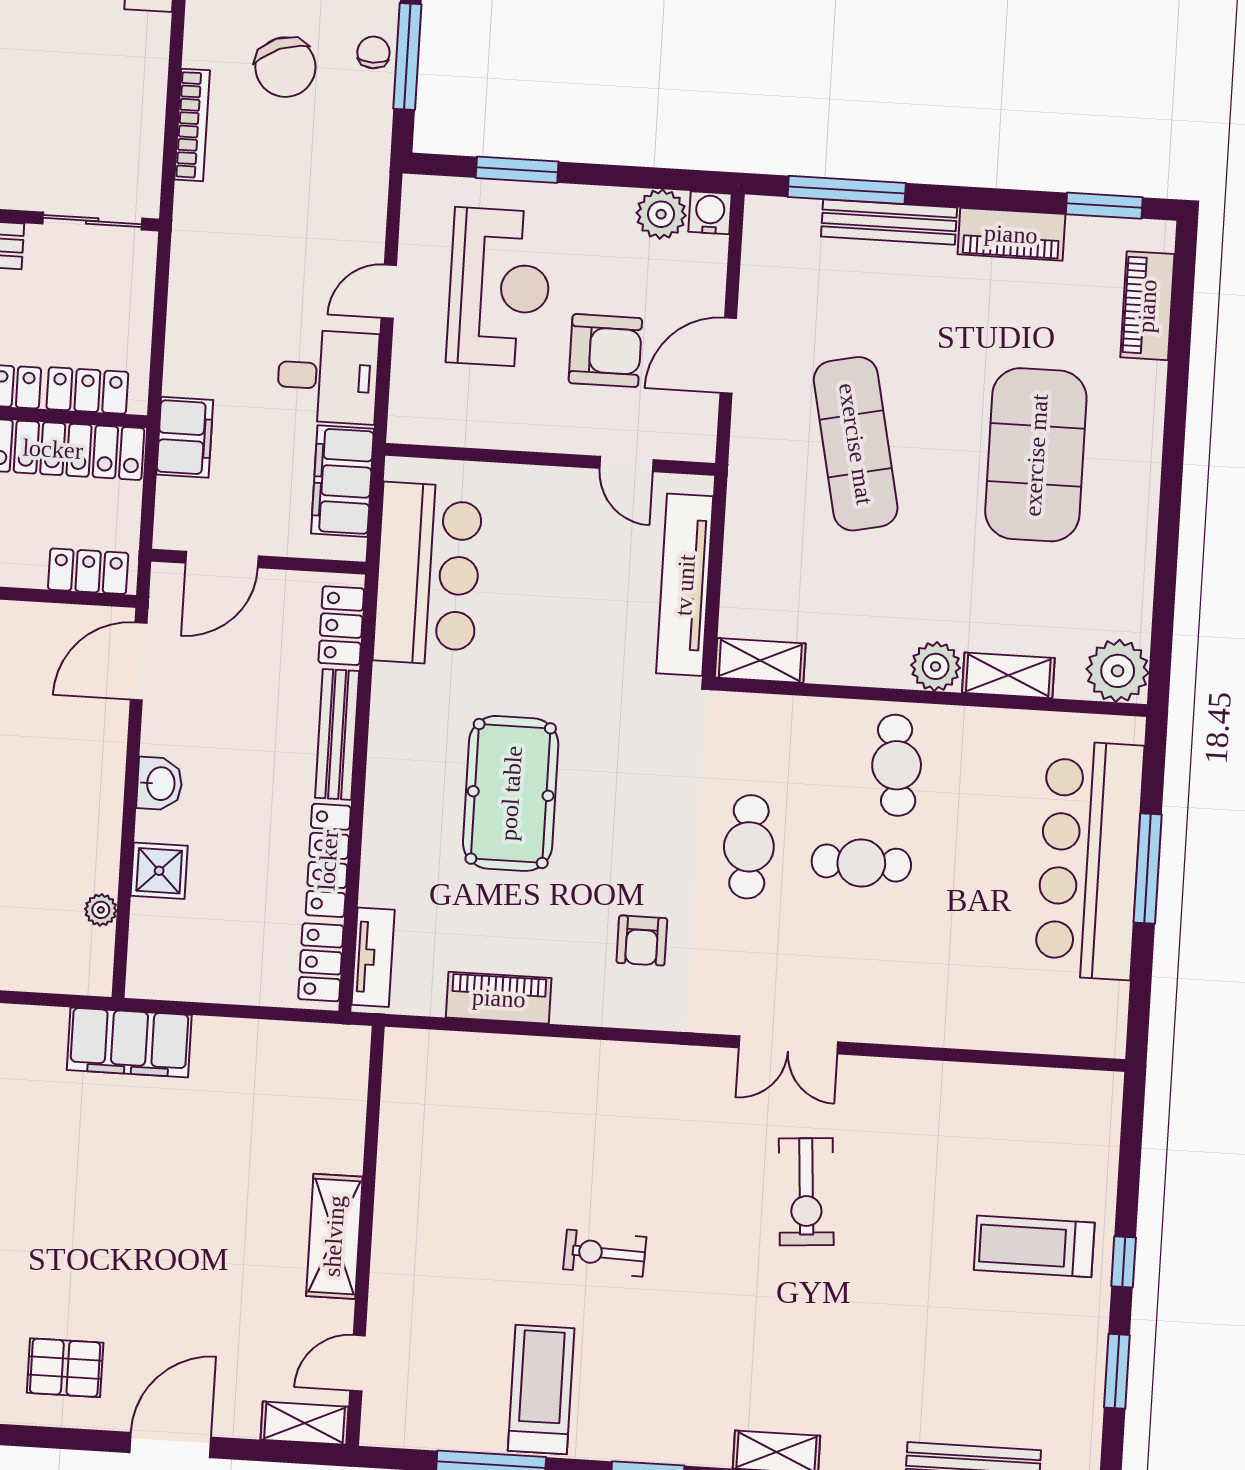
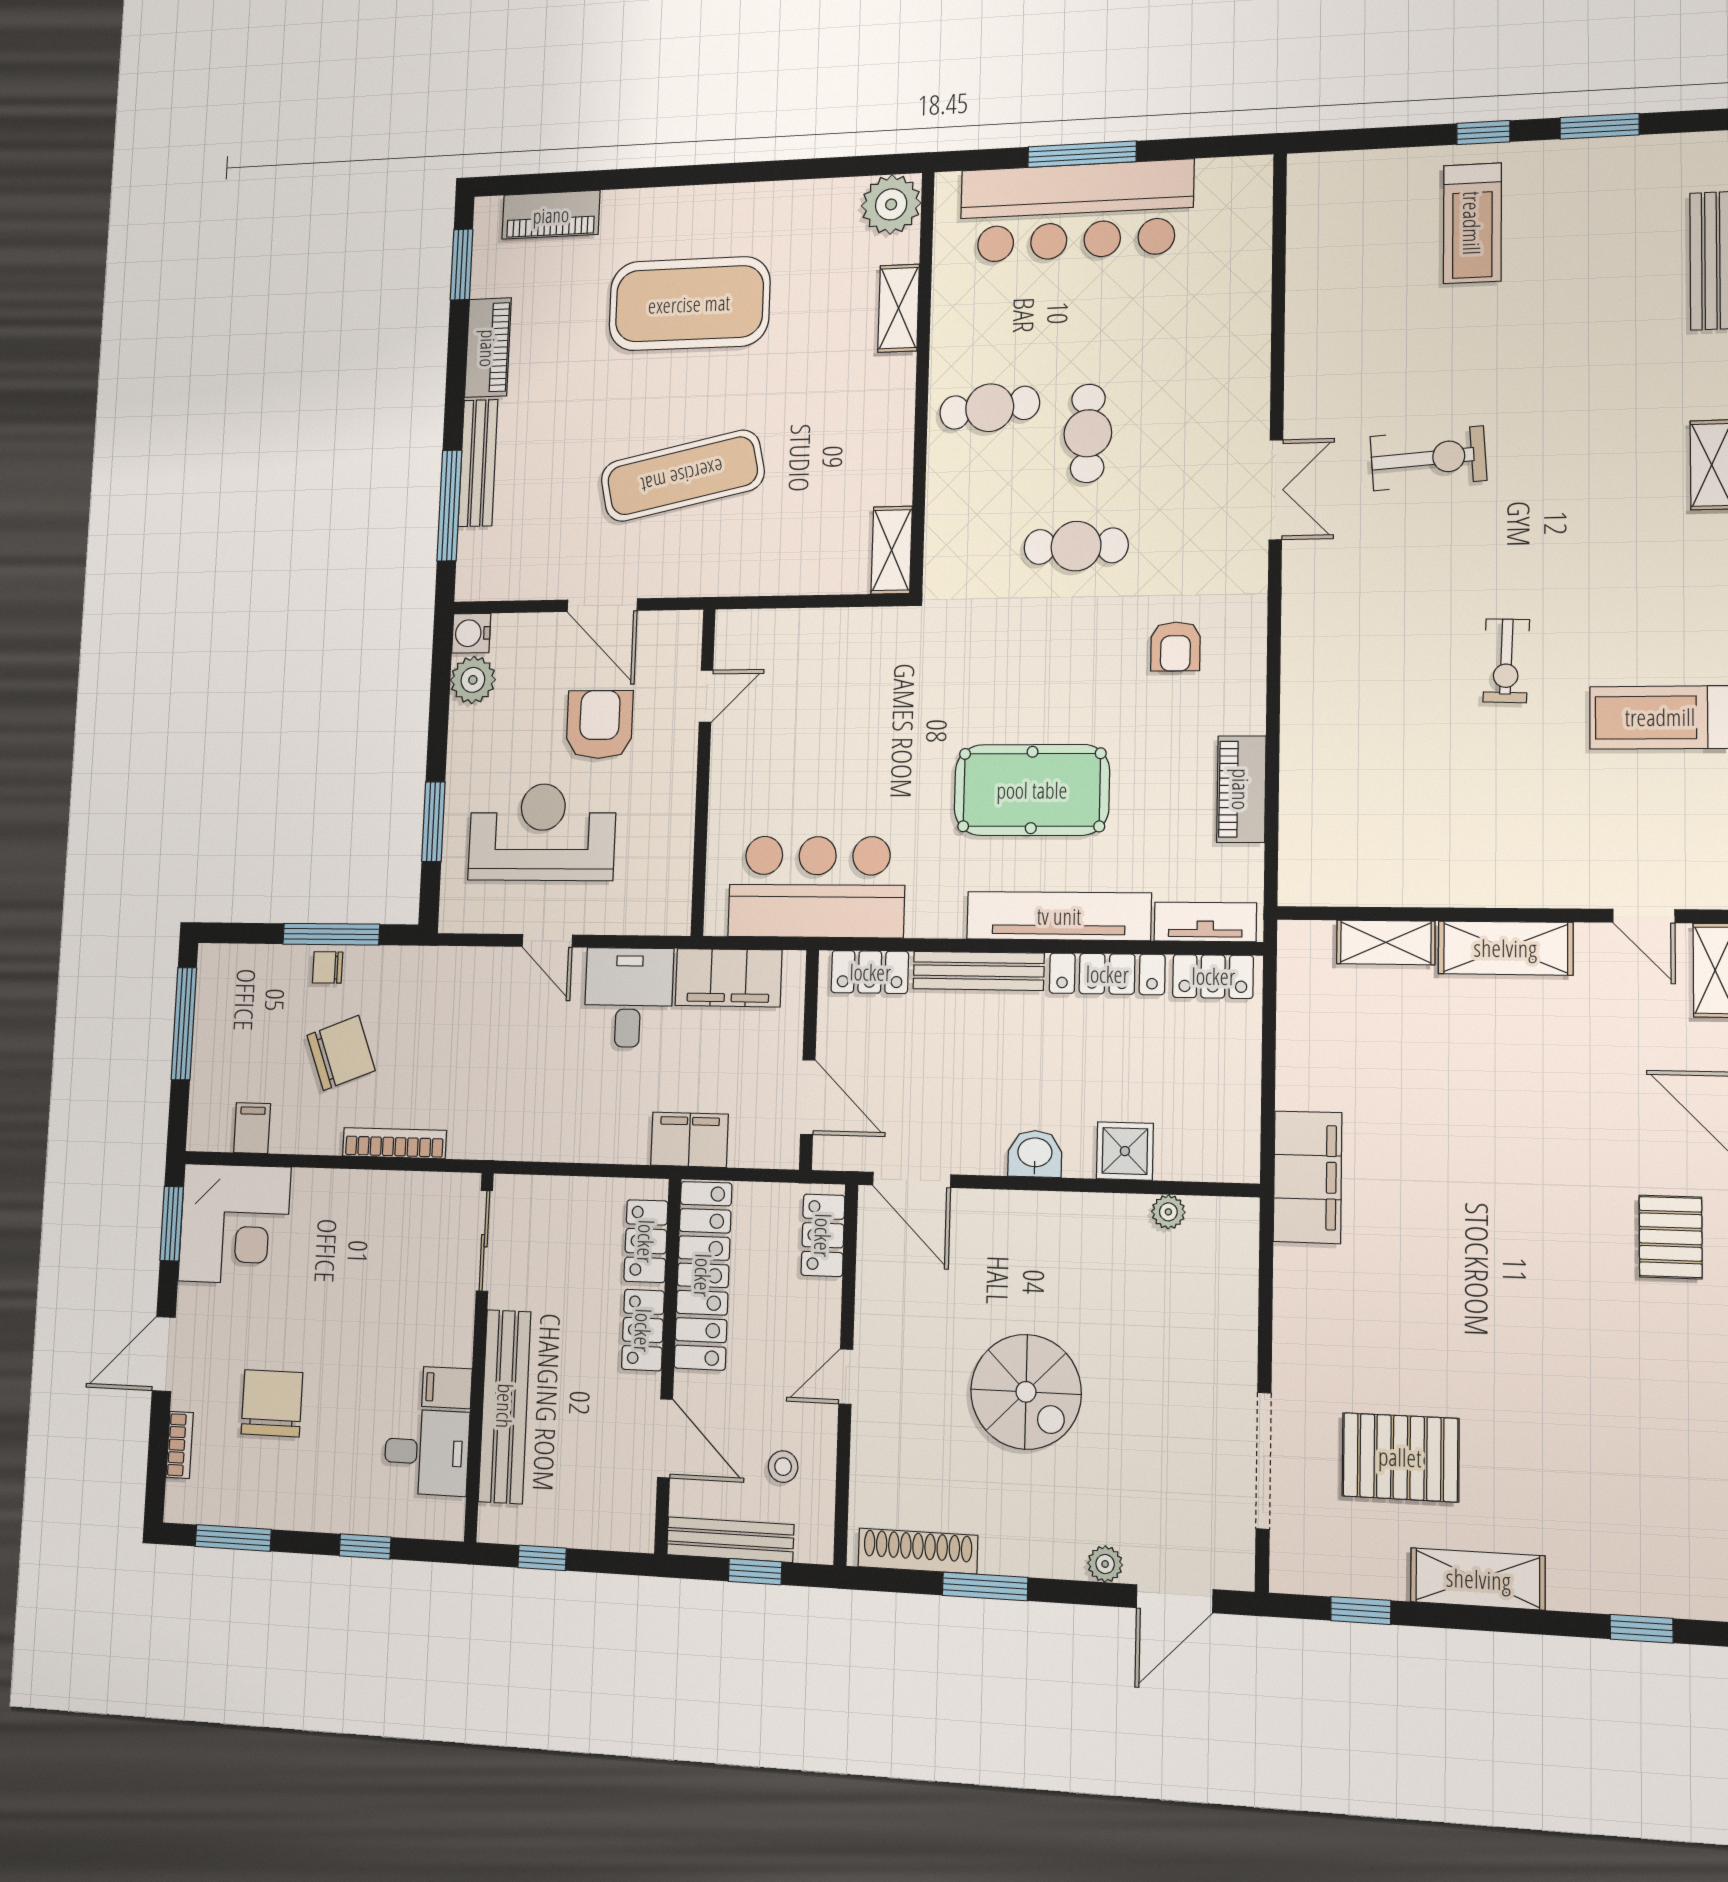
tv unit: (685, 585) -> (1059, 916), moved, turned 180
plant: (936, 666) -> (892, 379), removed
armchair: (642, 940) -> (1175, 646), turned 90
shelving: (345, 1127) -> (1386, 942), added

